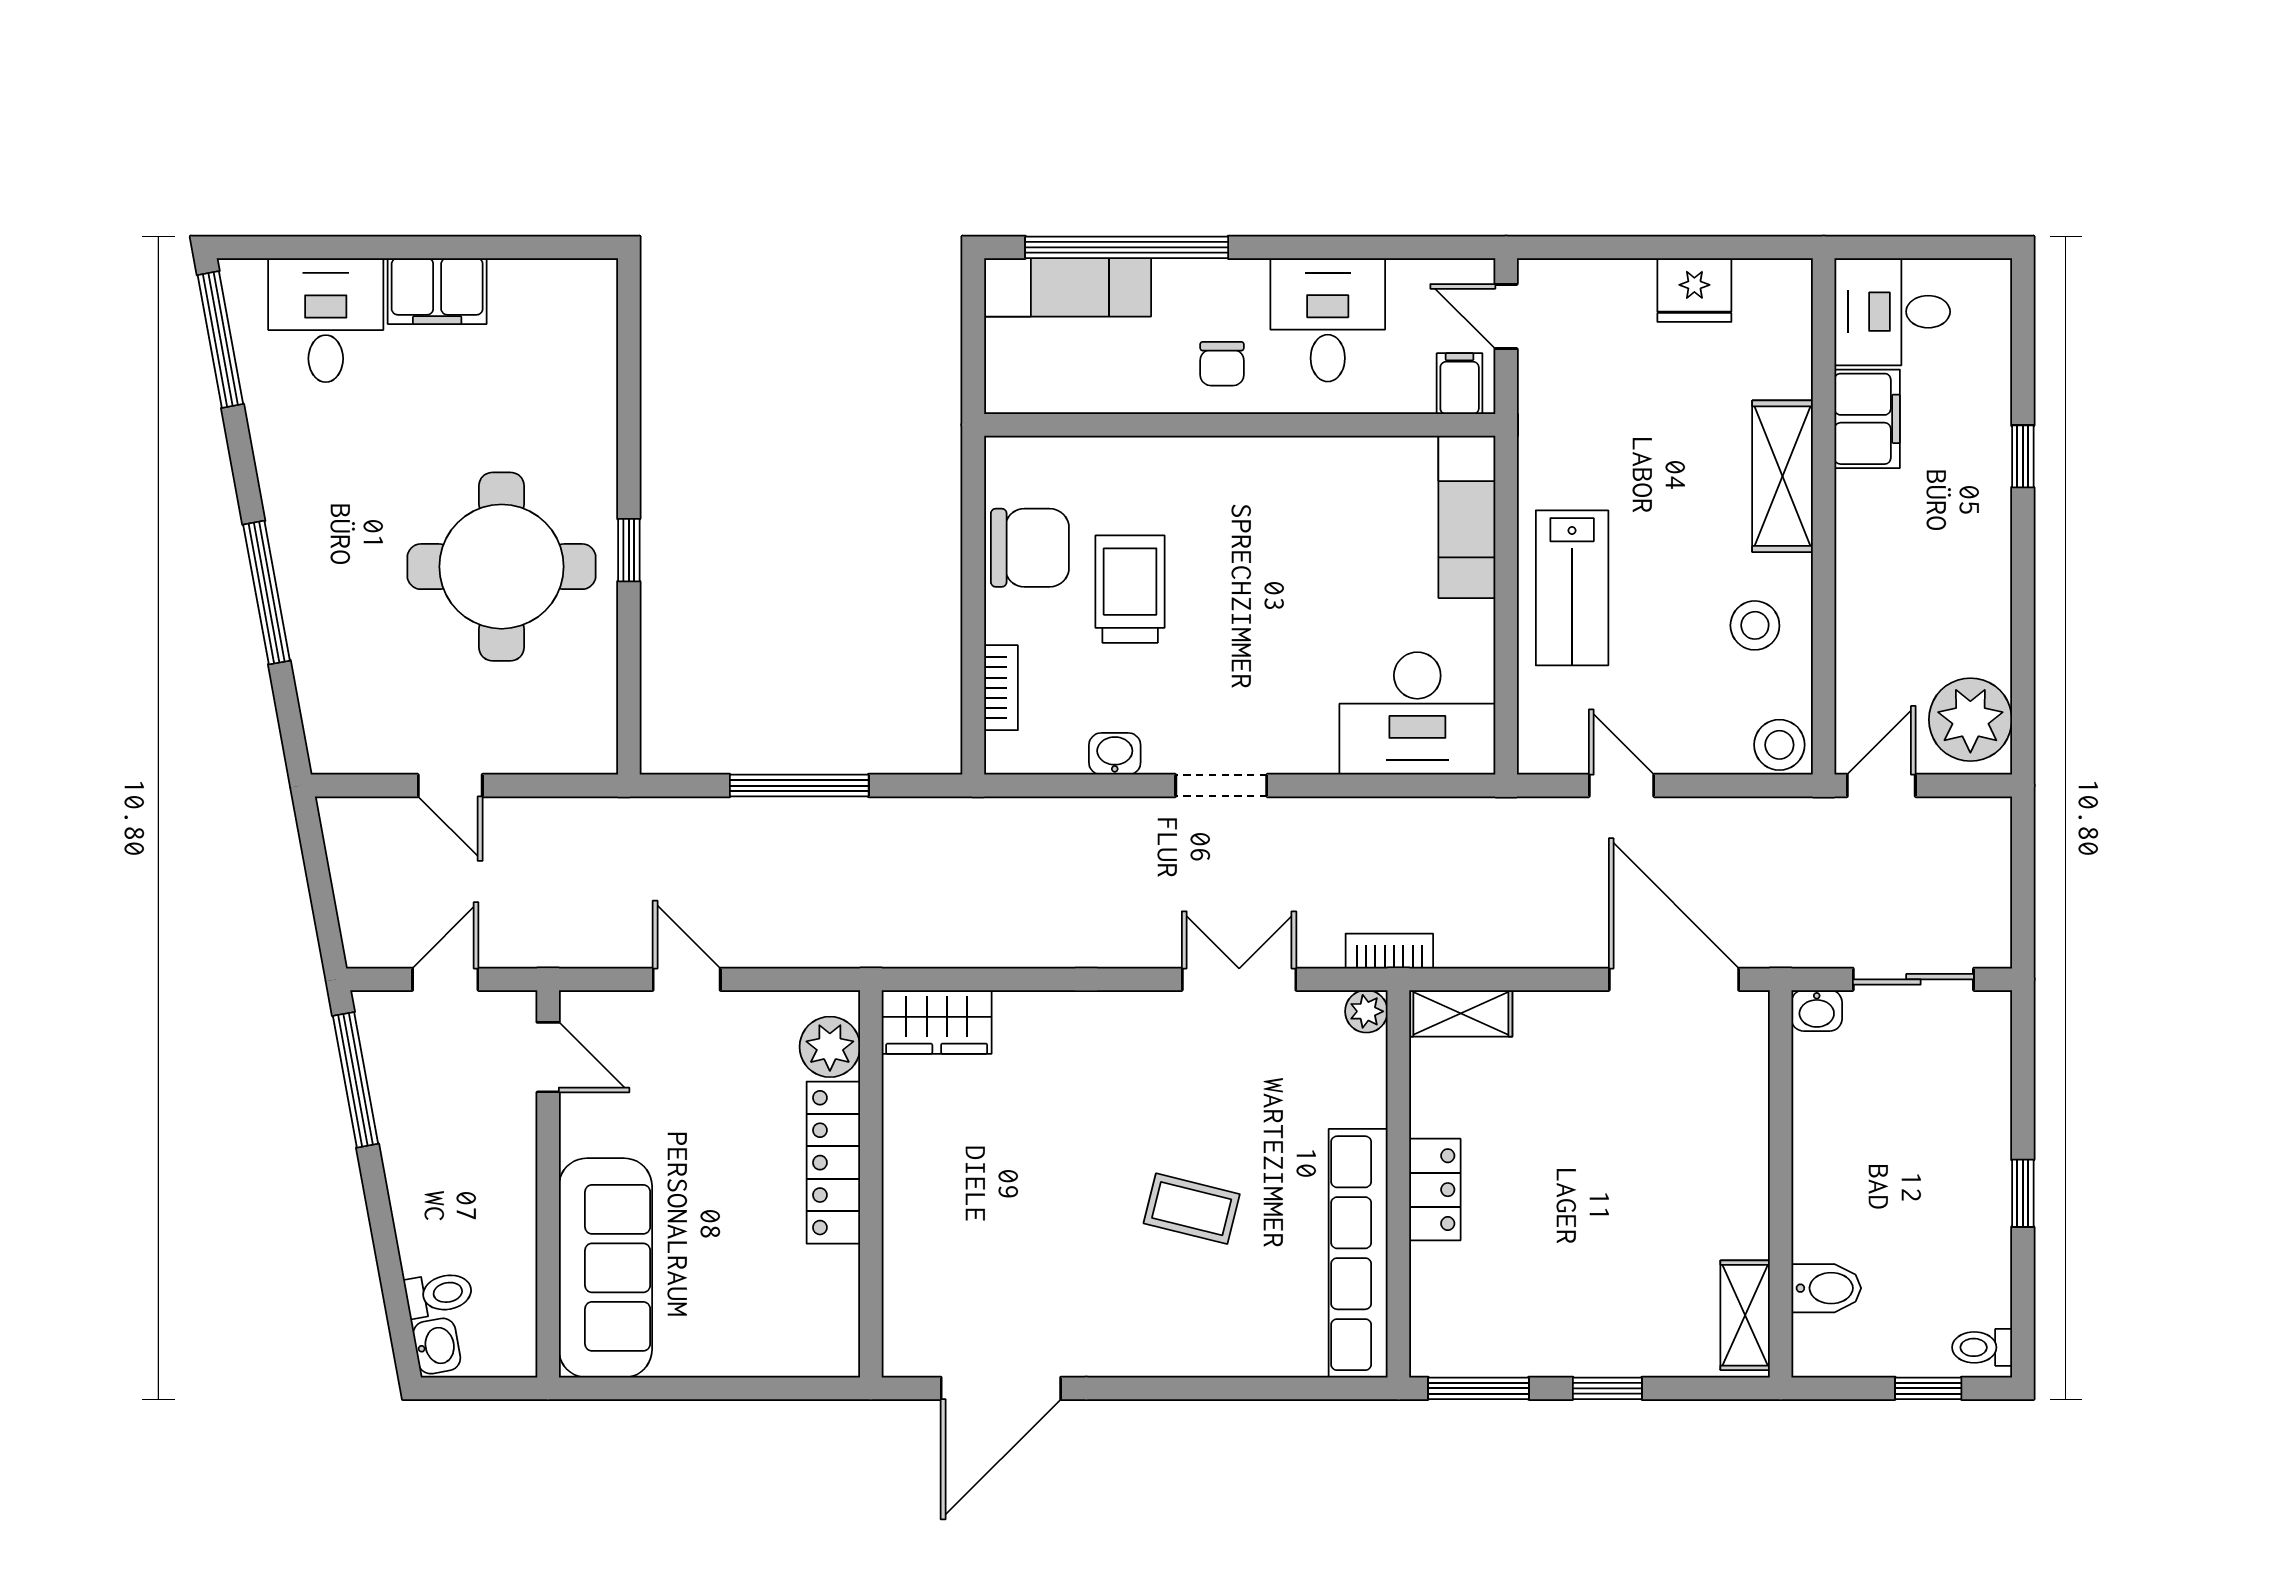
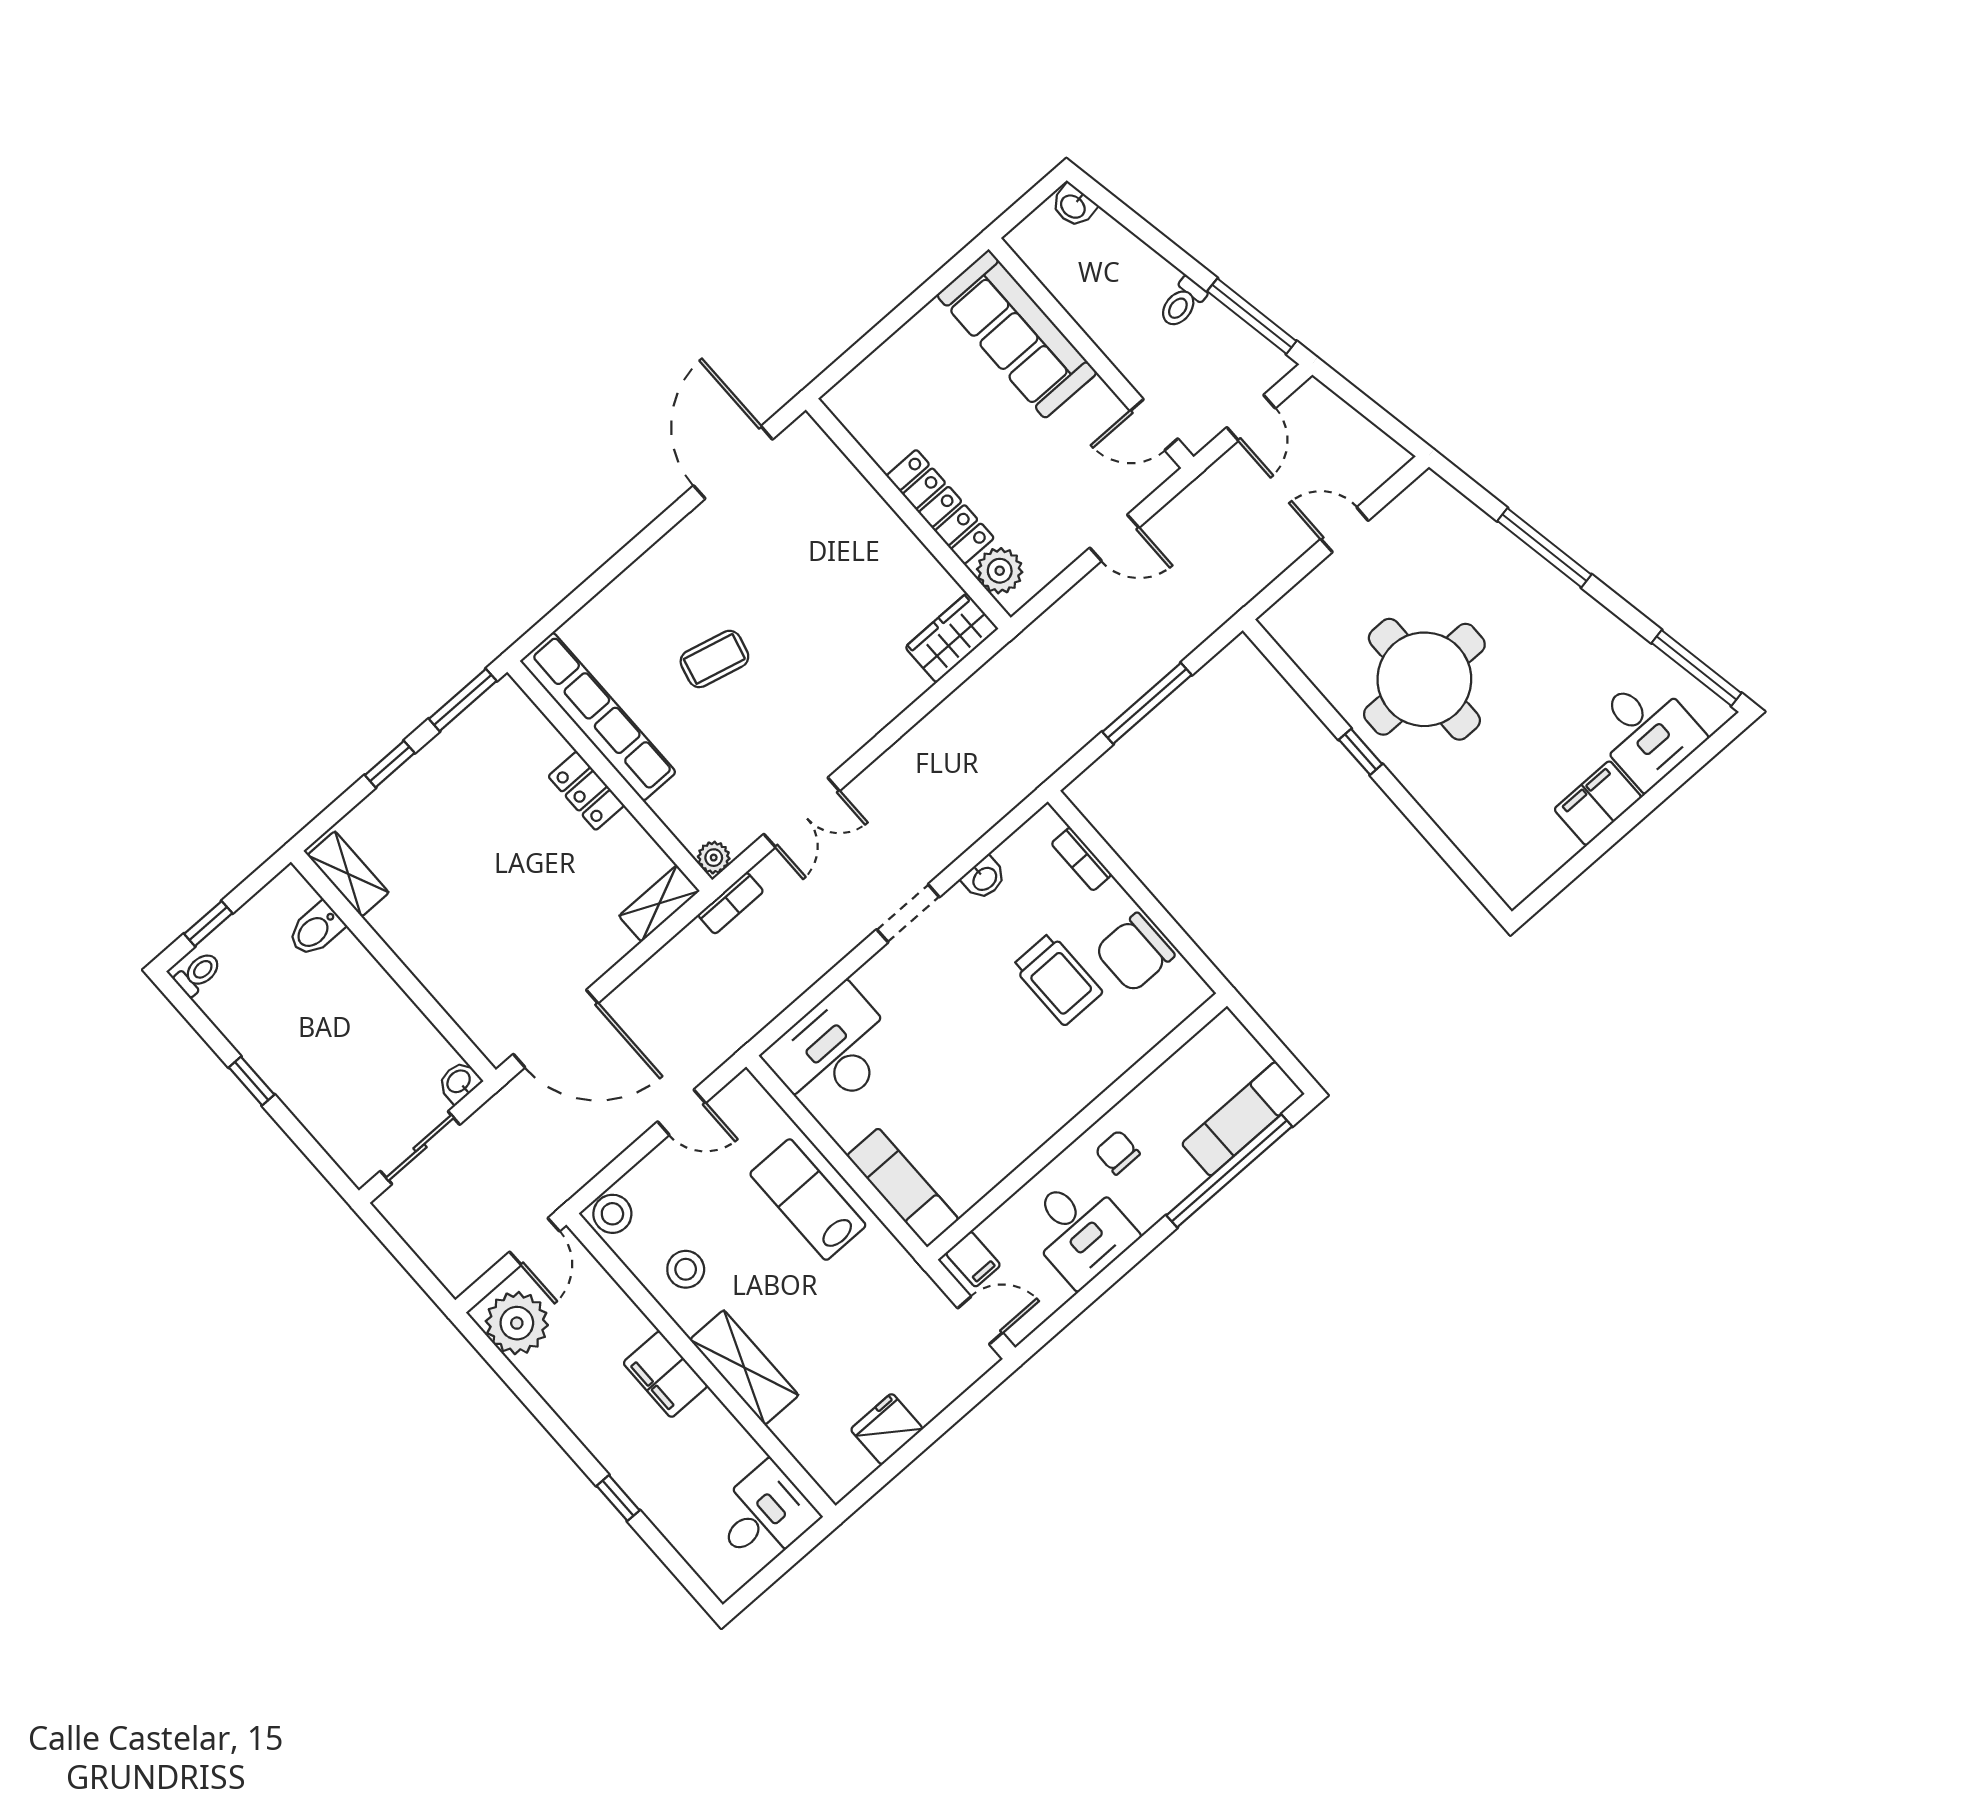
filing cabinet: (1867, 419) -> (665, 1374), moved
toilet: (439, 1294) -> (1182, 303), moved

